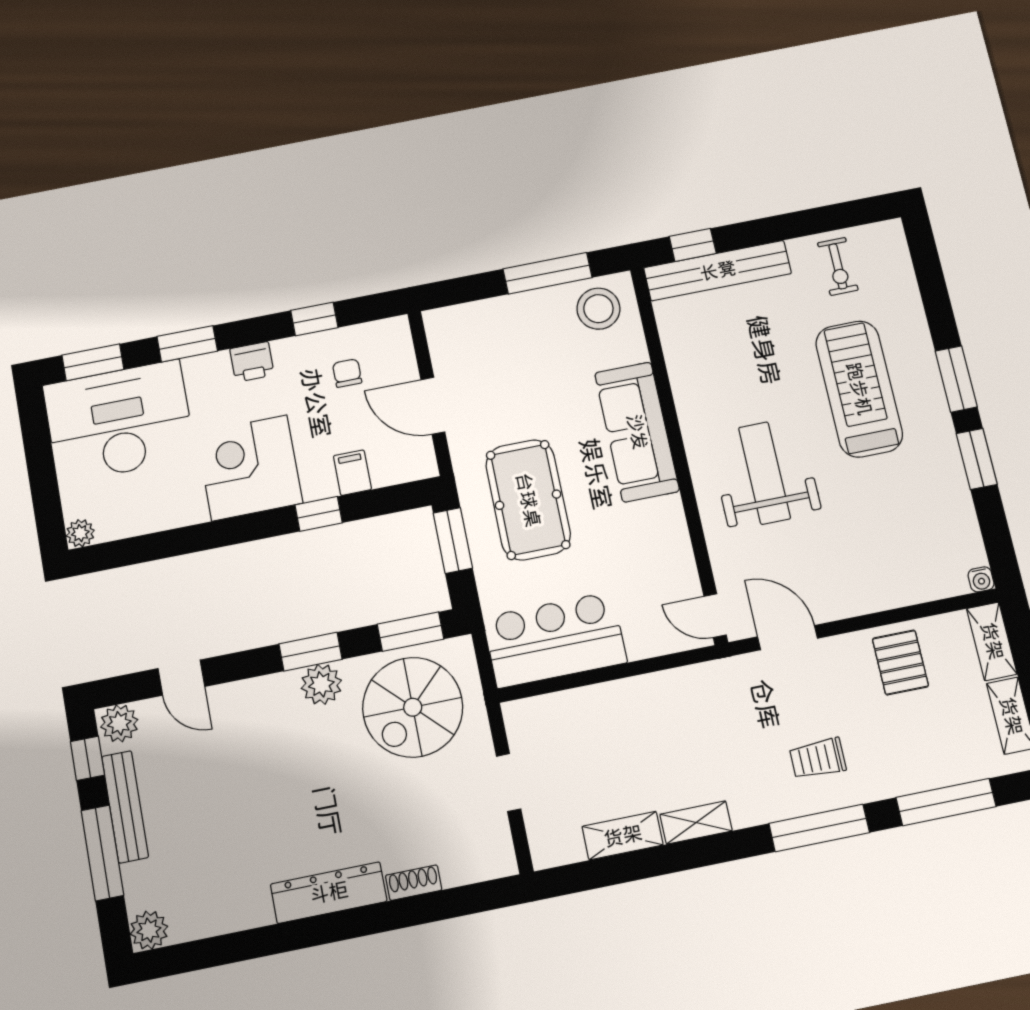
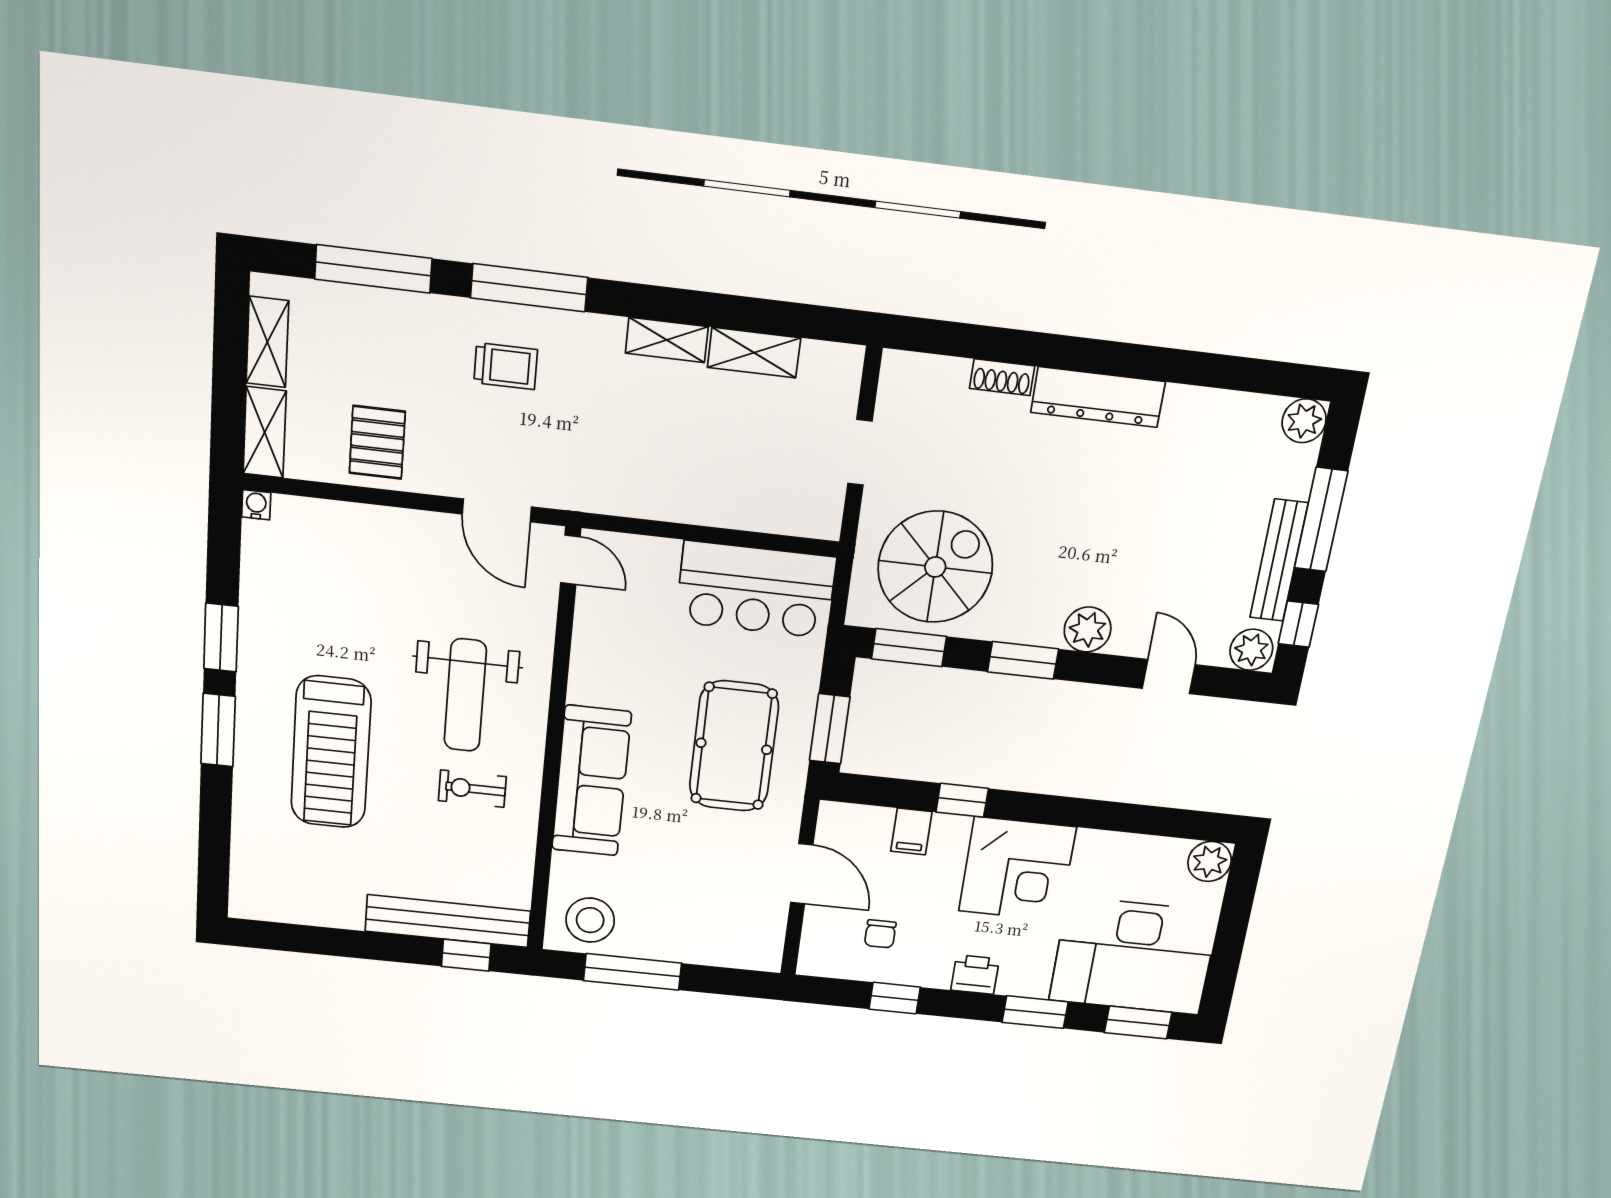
exercise bike: (838, 266) -> (472, 789), moved, turned -90
plant: (80, 533) -> (1210, 861), width x1.38, depth x1.38
plant: (321, 684) -> (1088, 629), moved

